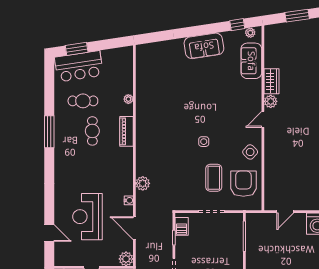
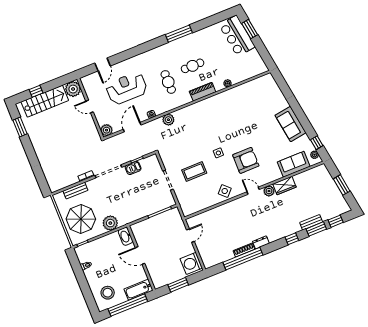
cafe table: (83, 101) -> (168, 82), moved
armchair: (243, 184) -> (246, 160), moved
door: (285, 212) -> (190, 236), swing flipped
barbecue: (182, 226) -> (133, 168), moved

